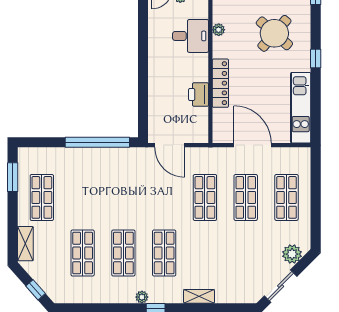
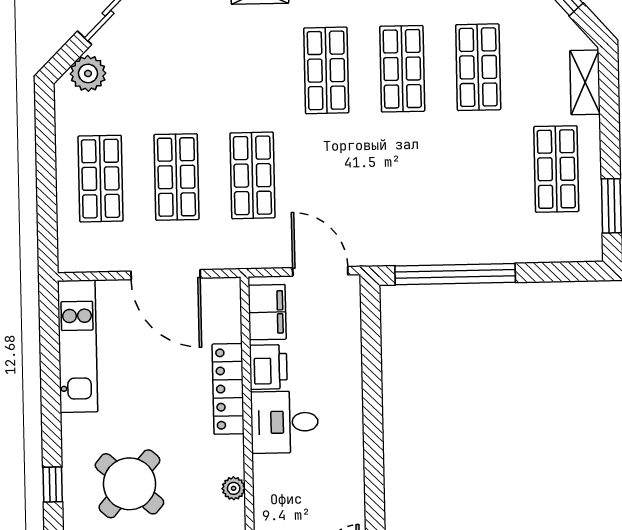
desk: (191, 36) -> (284, 422), moved
window: (316, 59) -> (53, 484), moved
filing cabinet: (199, 124) -> (267, 312), added

